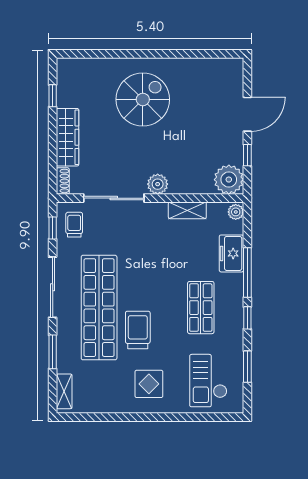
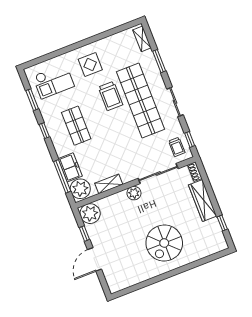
plant: (236, 212) -> (80, 189), width x1.87, depth x1.87
window: (247, 272) -> (62, 176), moved
sliding door: (53, 287) -> (175, 102), width x0.73
checkout: (208, 381) -> (53, 81), turned 90

